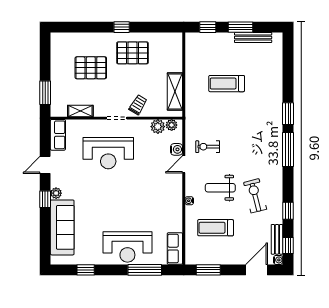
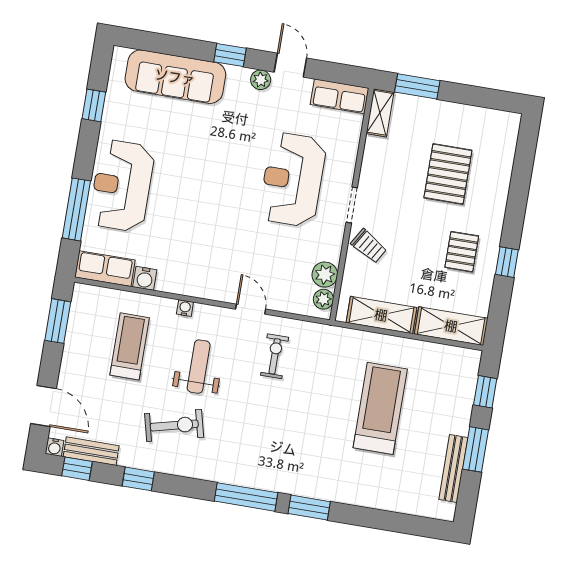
window: (122, 27) -> (507, 262), moved
shelving: (175, 52) -> (451, 326), added
pallet: (132, 53) -> (462, 252), width x0.67, depth x0.71
treadmill: (227, 84) -> (380, 408), width x1.37, depth x1.38
shelving: (80, 111) -> (380, 113), moved
water cooler: (177, 149) -> (145, 278), moved
plant: (56, 193) -> (261, 80), moved

